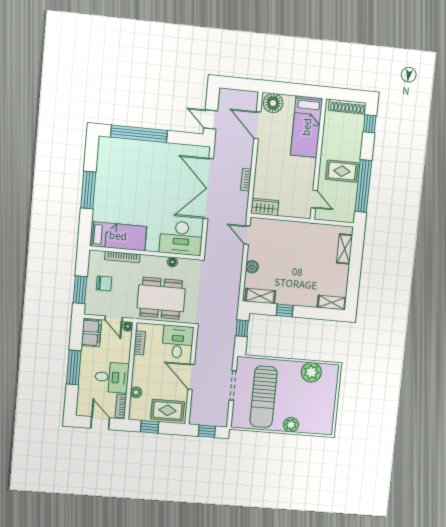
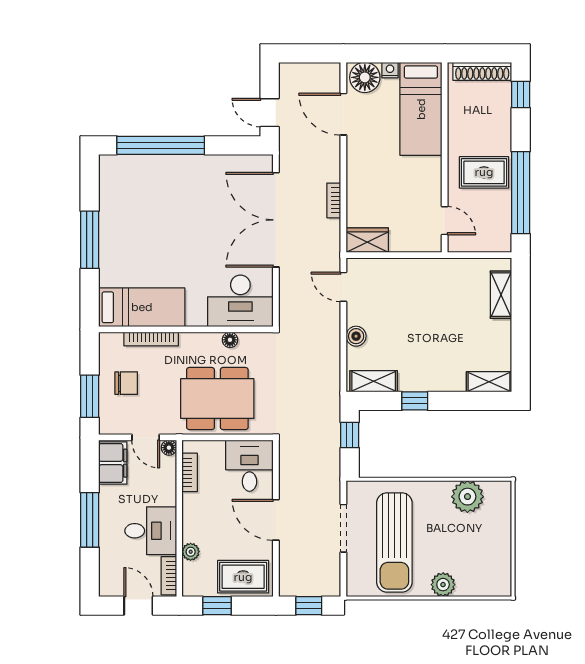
nightstand: (289, 100) -> (390, 70), added

